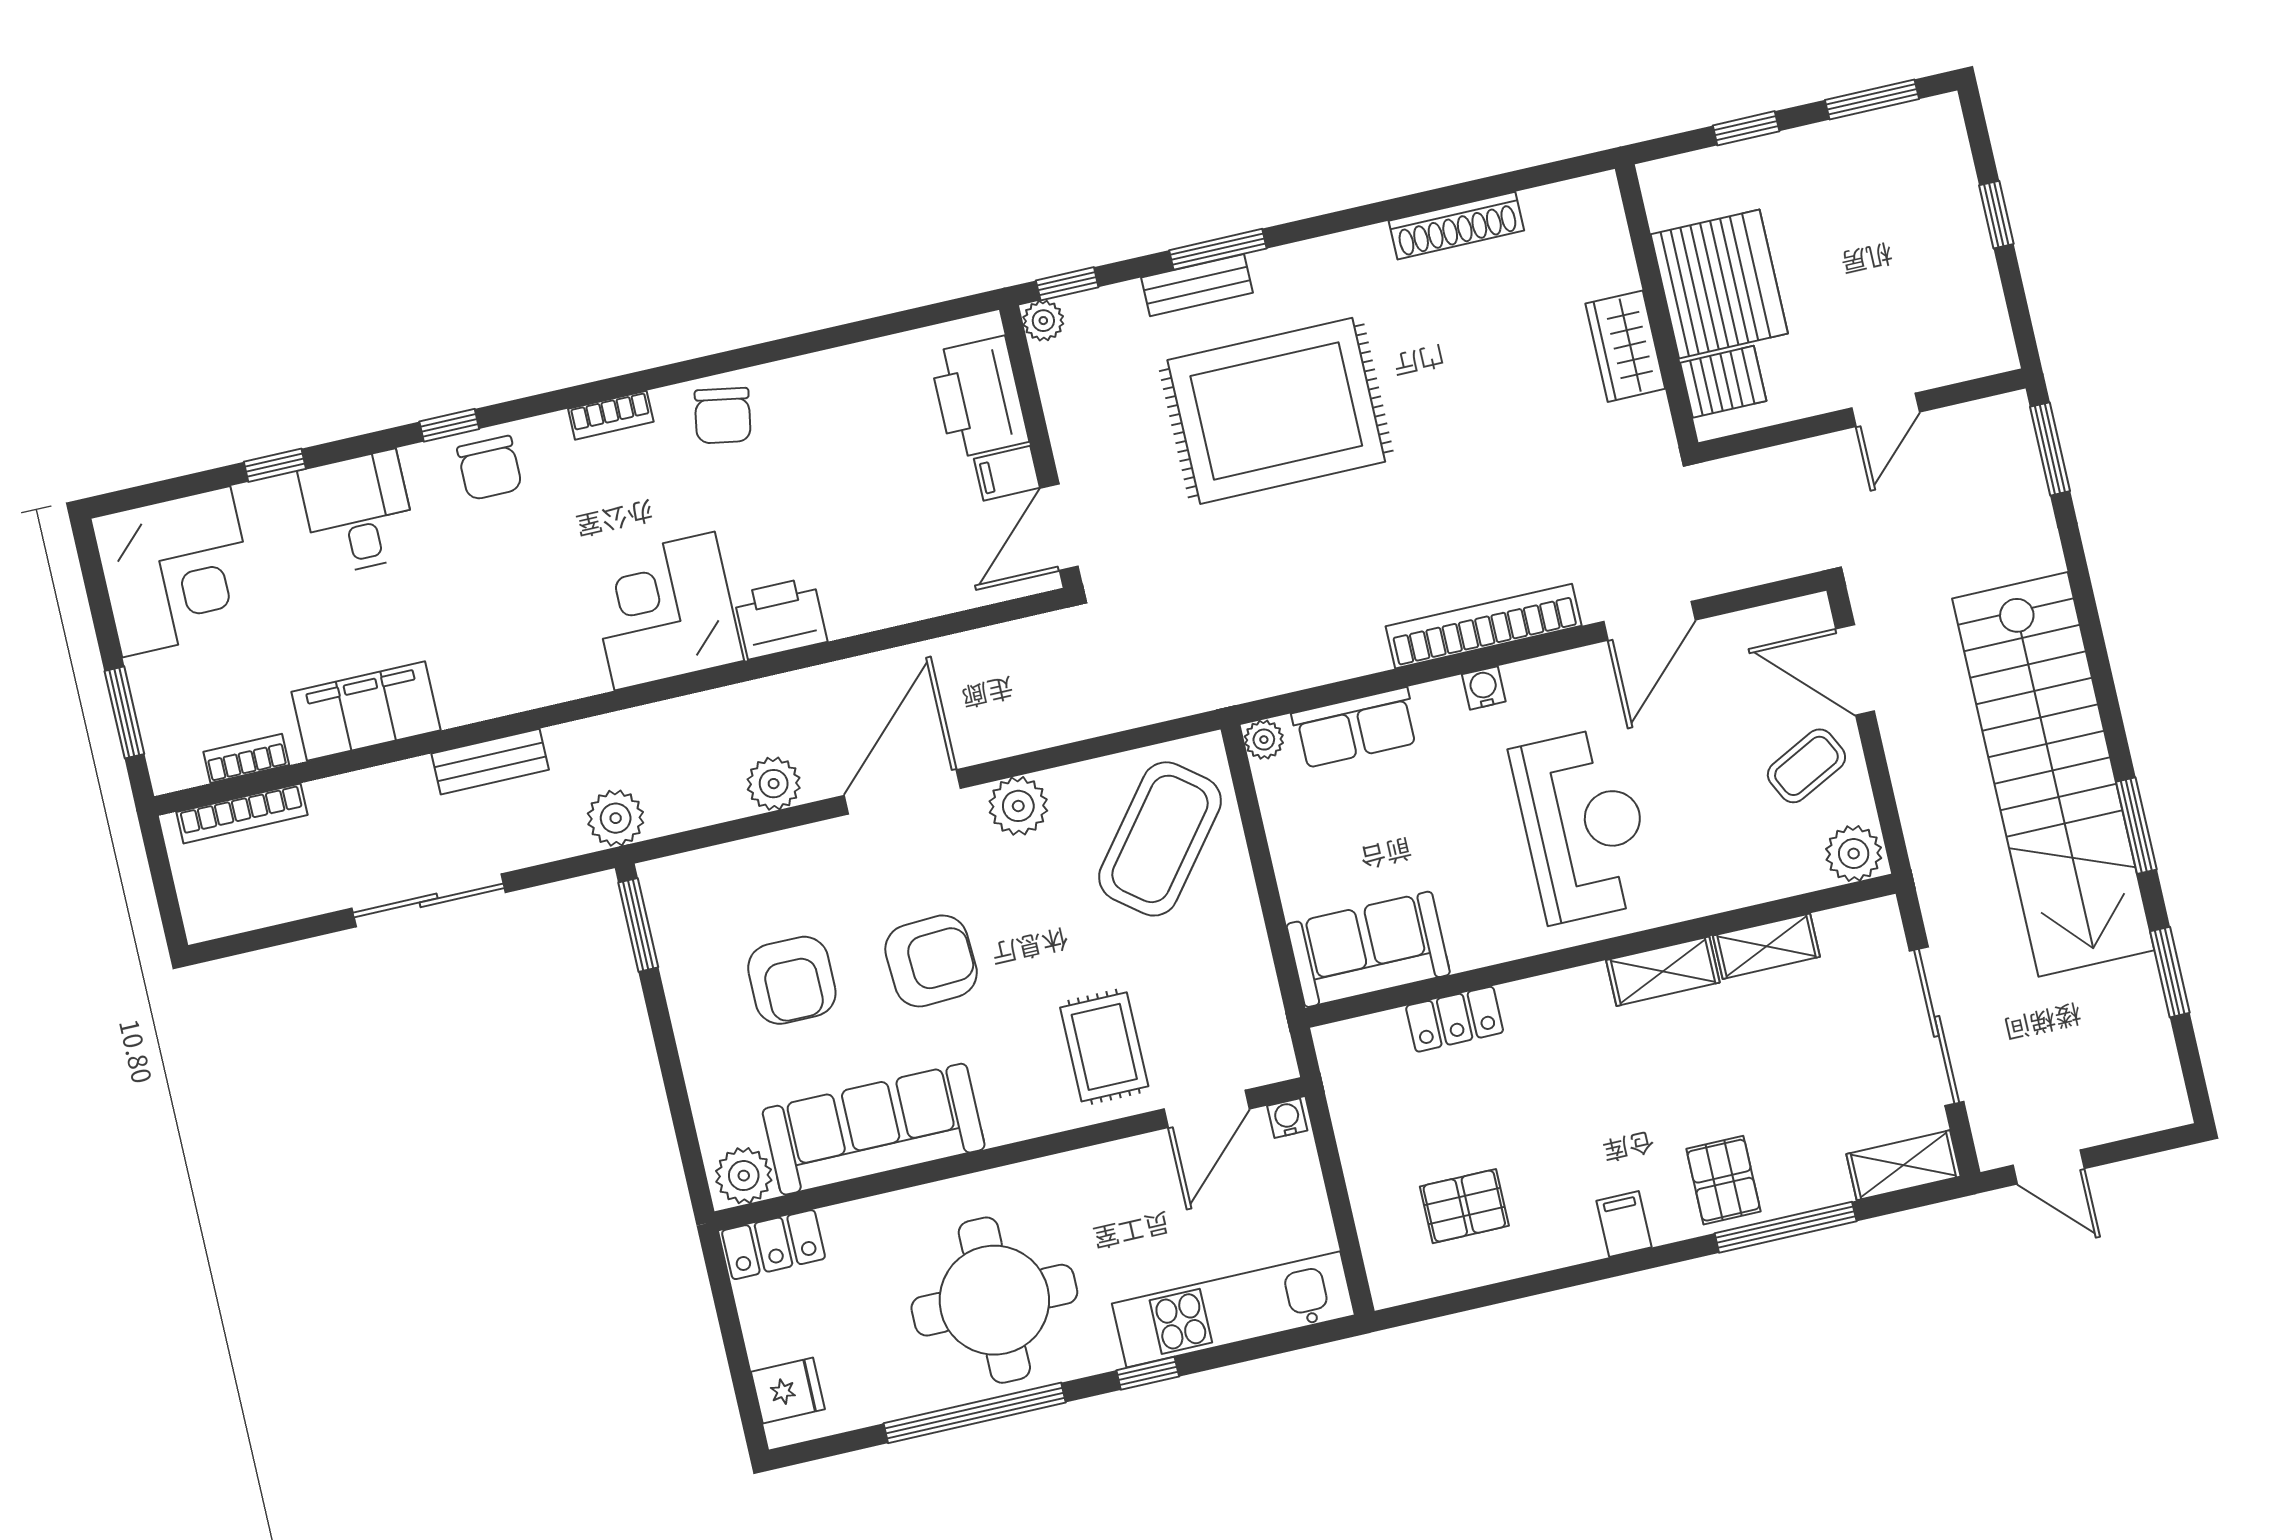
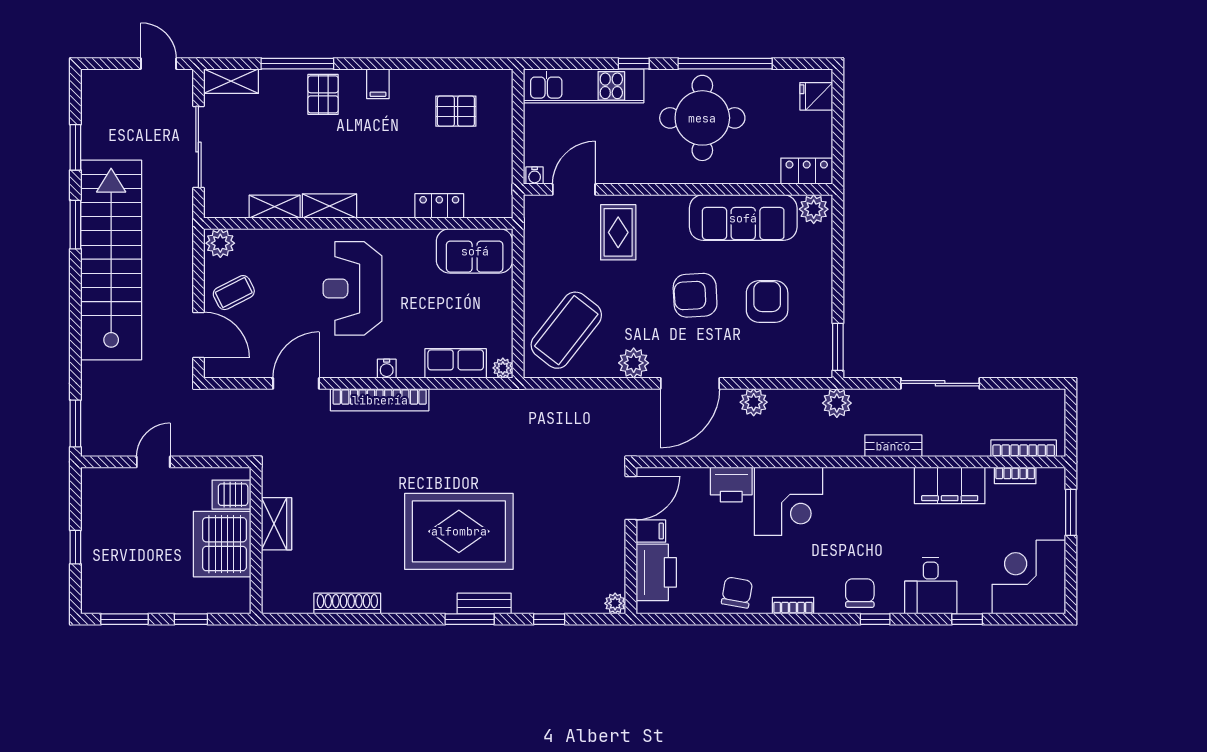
plant: (1043, 321) -> (615, 603), moved
printer: (979, 397) -> (656, 572), moved
wall: (1041, 447) -> (631, 540), moved
filing cabinet: (1007, 473) -> (651, 531), moved
door: (1059, 527) -> (631, 498), moved

